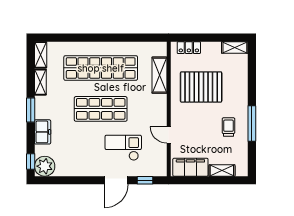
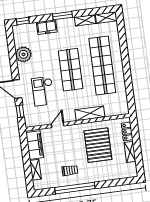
shelving: (235, 47) -> (130, 152), moved
shelving: (159, 75) -> (90, 113), moved
window: (252, 123) -> (75, 188), width x1.46
checkout: (123, 148) -> (43, 91), turned 180
plant: (45, 166) -> (23, 54), moved

